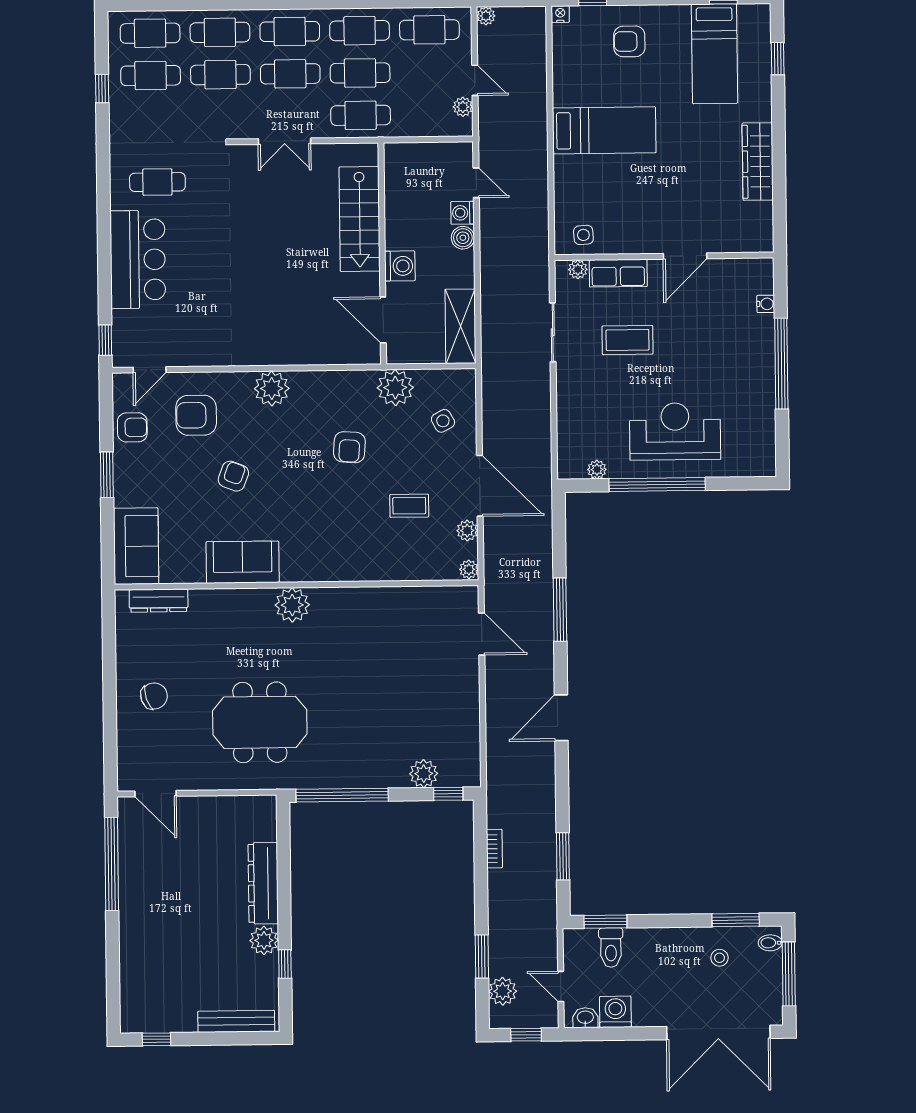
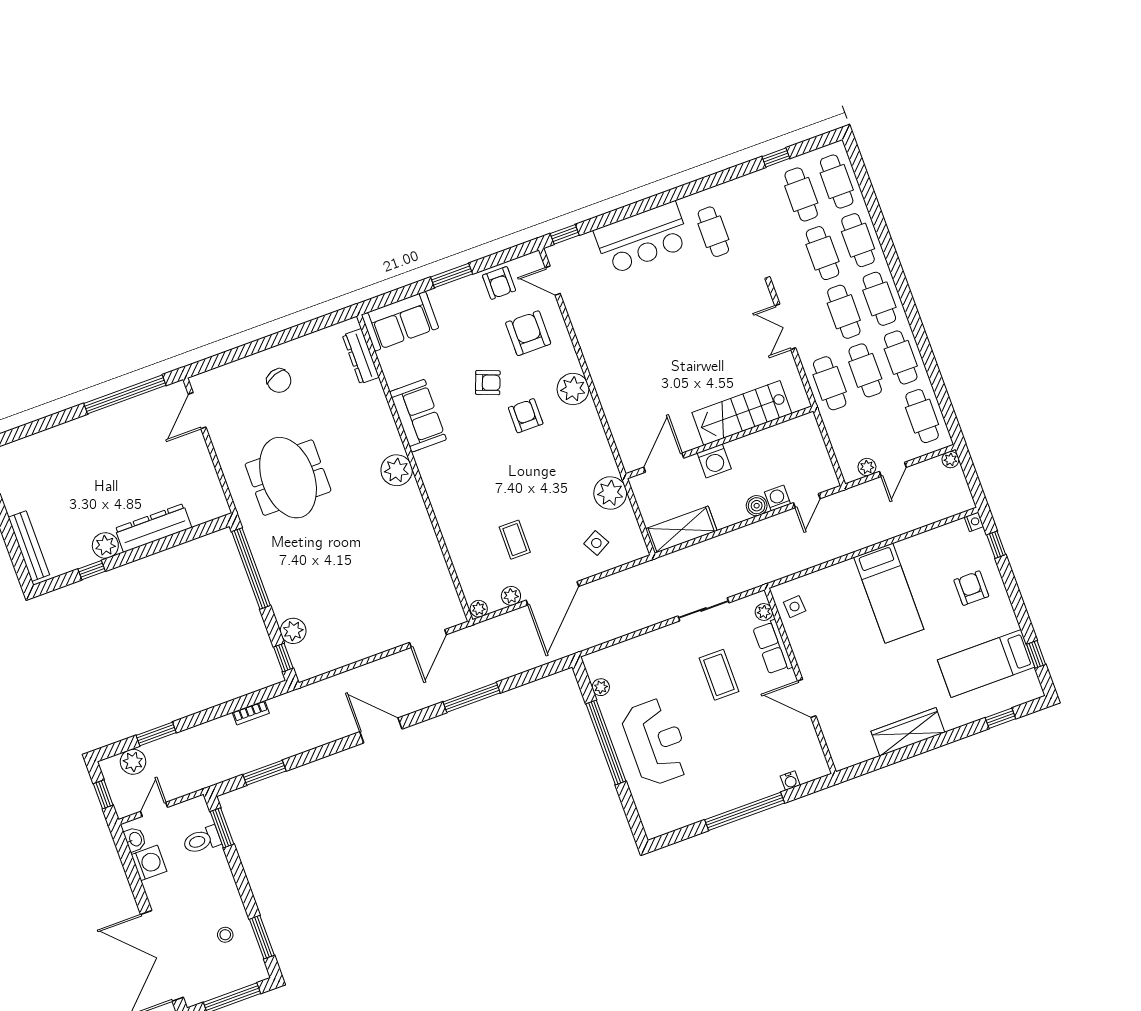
armchair: (349, 447) -> (526, 416), moved, turned 86
bidet: (770, 943) -> (253, 973), removed

